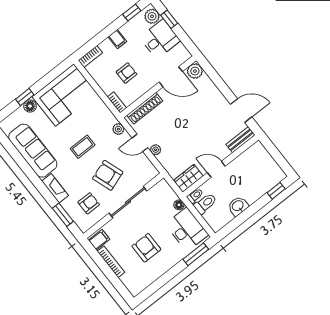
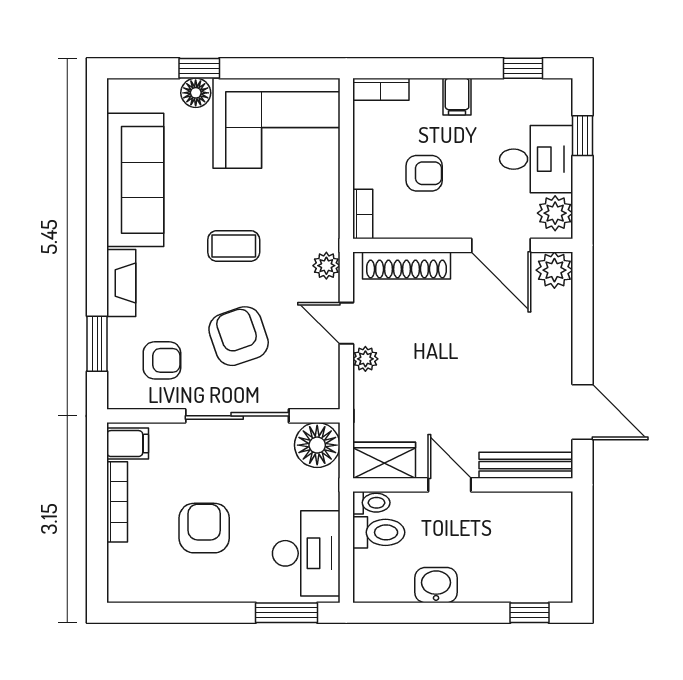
plant: (152, 16) -> (555, 213), moved
bench: (240, 140) -> (526, 465), width x1.36
floor lamp: (179, 205) -> (317, 445), moved, width x1.89, depth x1.89

